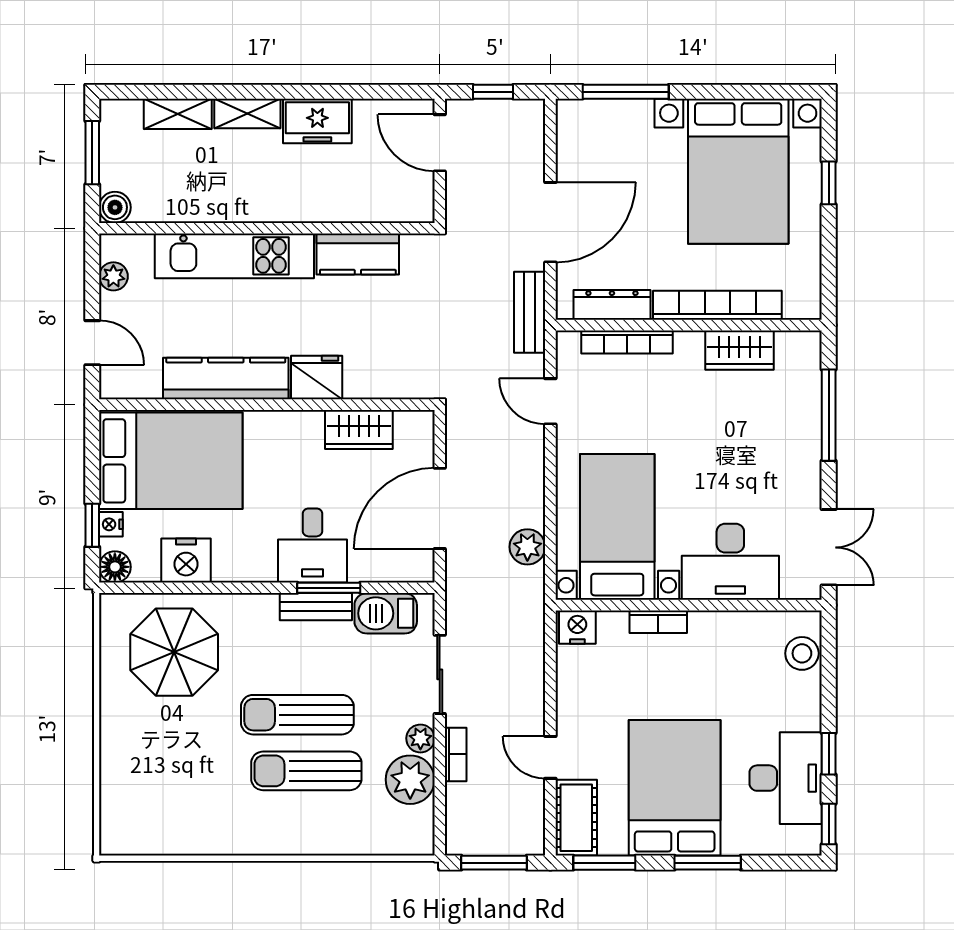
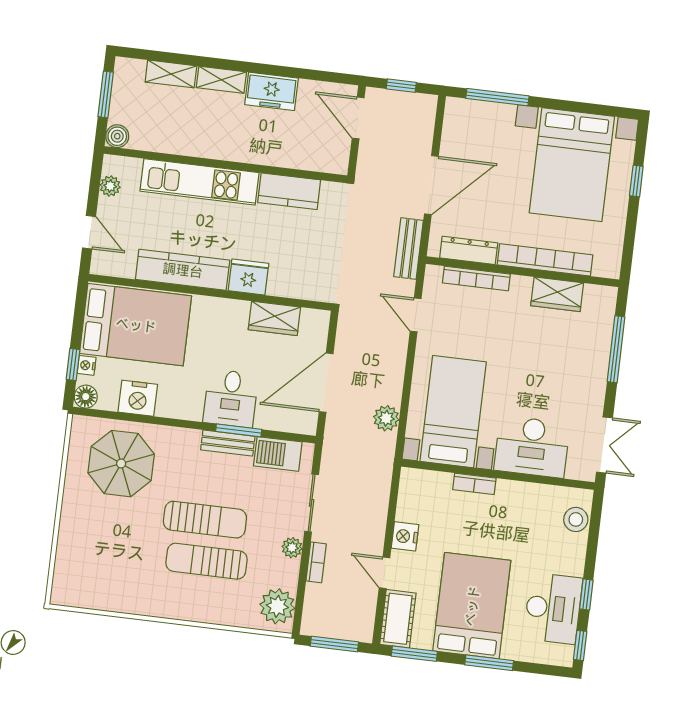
nightstand: (577, 627) -> (405, 536), moved, turned -90
sun lounger: (297, 715) -> (205, 520), turned 180
plant: (410, 780) -> (277, 606), moved

